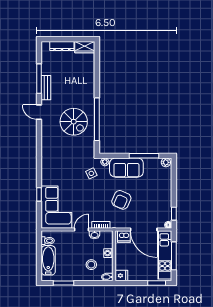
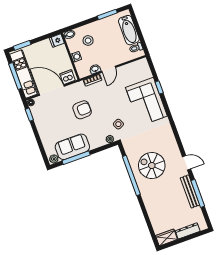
bench: (46, 88) -> (190, 191), width x1.36
sofa: (126, 168) -> (72, 147), moved
armchair: (121, 200) -> (82, 110), turned 64
corner sofa: (56, 207) -> (146, 102), moved

